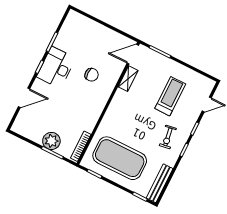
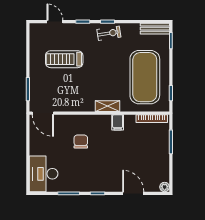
desk: (56, 68) -> (44, 174), moved, turned 90
shelving: (128, 79) -> (108, 106), moved
filing cabinet: (92, 115) -> (118, 122), added
exercise bike: (168, 137) -> (109, 33), moved
plant: (51, 141) -> (165, 187), moved, width x0.53, depth x0.53
bench: (160, 183) -> (155, 29), width x0.73

